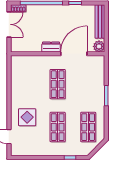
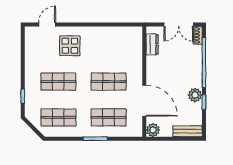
plant: (69, 11) -> (195, 95), added
bench: (100, 22) -> (187, 131), width x0.73
dresser: (51, 47) -> (152, 44), moved
shop shelf: (88, 84) -> (109, 117), added

